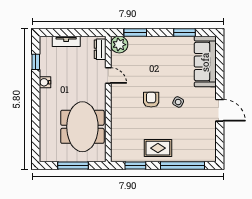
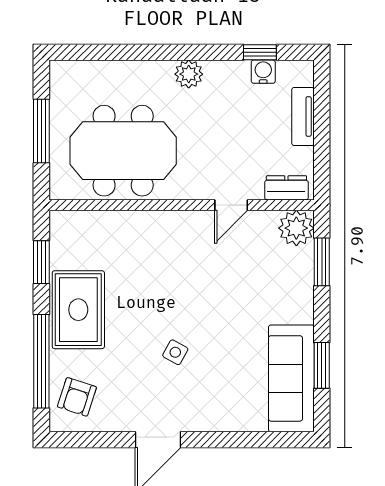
sofa: (205, 62) -> (291, 378), moved, turned -90
water cooler: (45, 82) -> (263, 72), moved
plant: (46, 96) -> (189, 74), added
armchair: (151, 100) -> (77, 397), moved, turned 108
rug: (158, 148) -> (78, 310), width x1.36, depth x1.43

